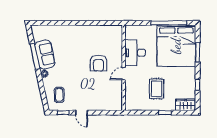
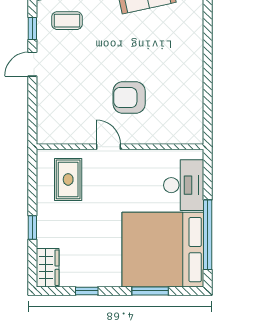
desk: (135, 53) -> (184, 185), moved, turned 90
rug: (157, 89) -> (68, 179), moved, turned 90

